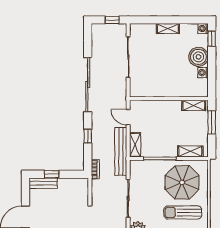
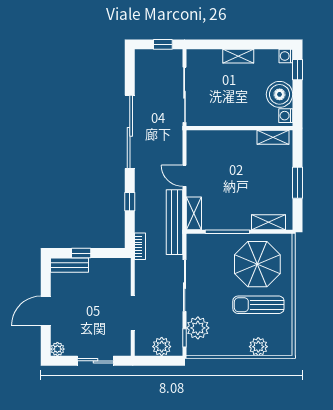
wall: (169, 99) -> (240, 128), moved
shelving: (194, 105) -> (273, 137), moved

